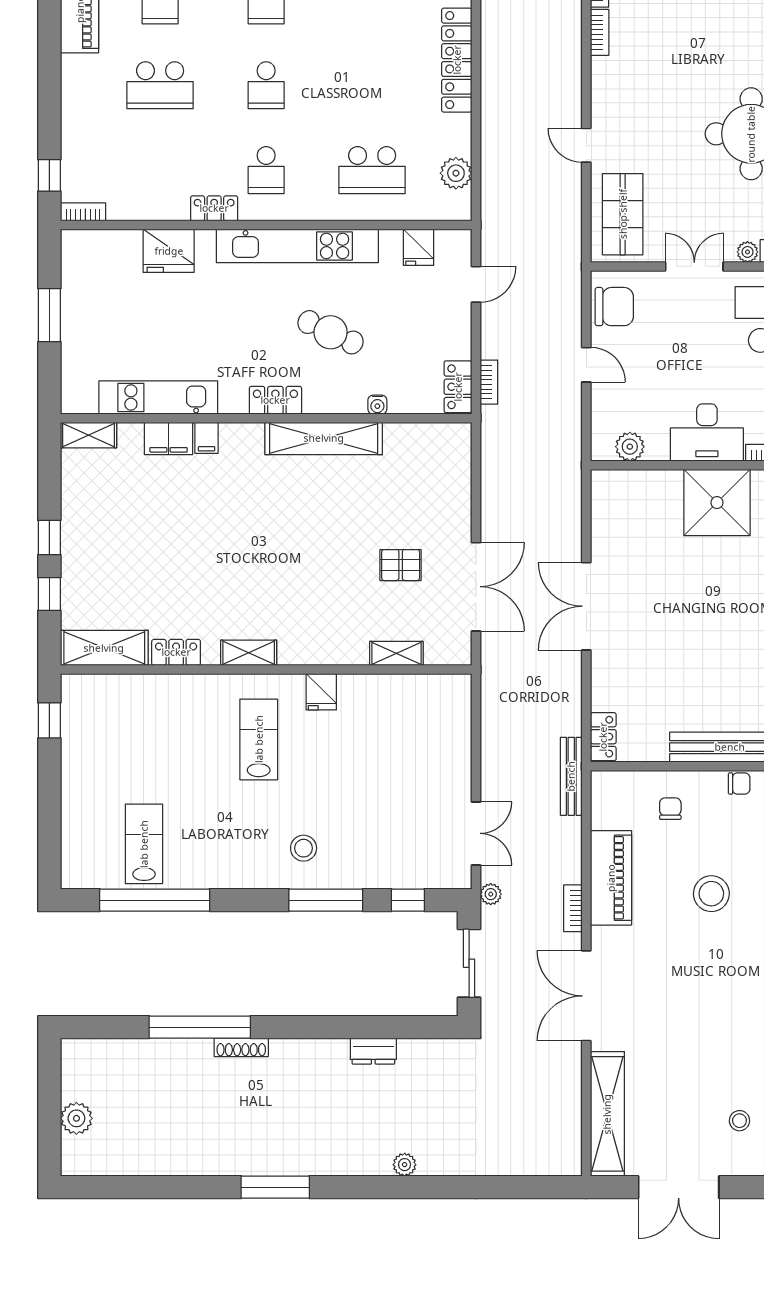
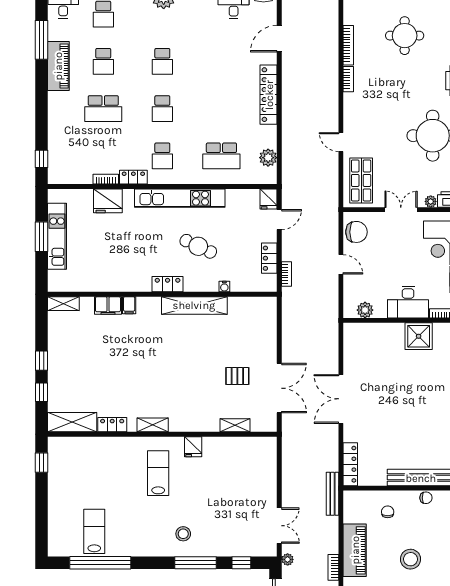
bookcase: (83, 212) -> (106, 179), moved
fridge: (419, 247) -> (269, 199), moved
locker: (458, 387) -> (269, 258), moved
kitchen unit: (158, 397) -> (57, 236), moved, turned 90
shower: (717, 503) -> (419, 336), width x0.73, depth x0.73
locker: (603, 737) -> (350, 464), width x1.53

